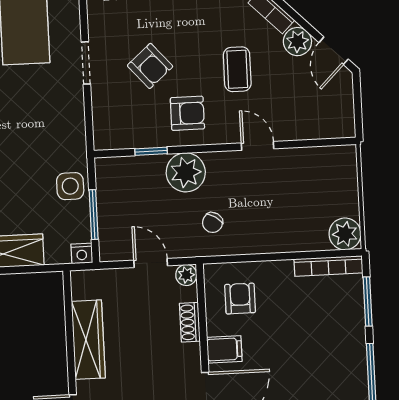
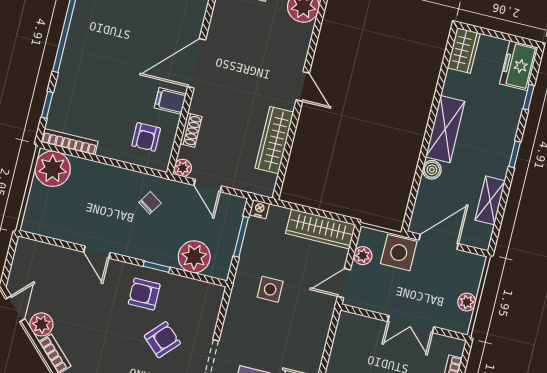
armchair: (150, 66) -> (162, 340), turned 84
coffee table: (237, 69) -> (95, 317), removed
window: (151, 151) -> (157, 267), moved
plant: (186, 172) -> (194, 257), moved
side table: (70, 186) -> (270, 289), moved
plant: (345, 234) -> (53, 169), width x1.36, depth x1.36
window: (368, 301) -> (47, 105), width x0.67

